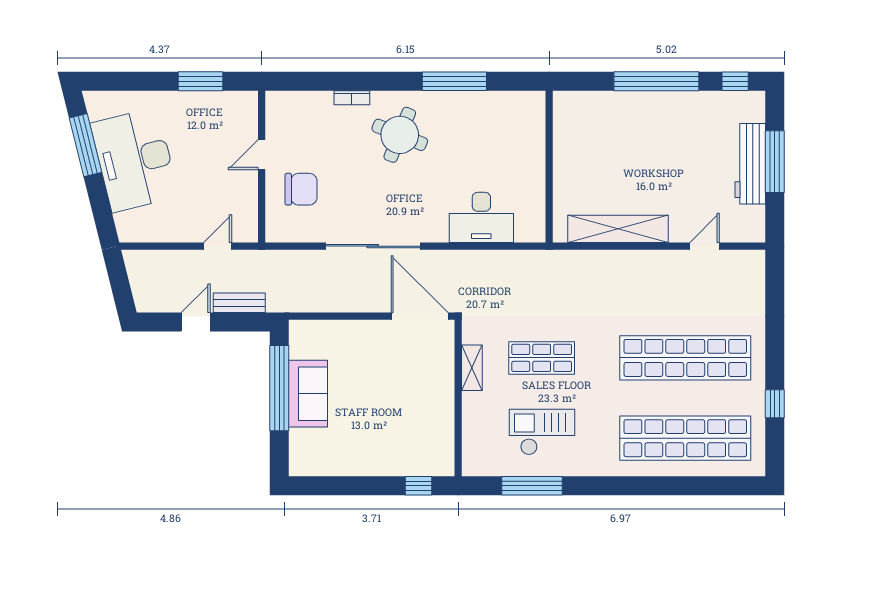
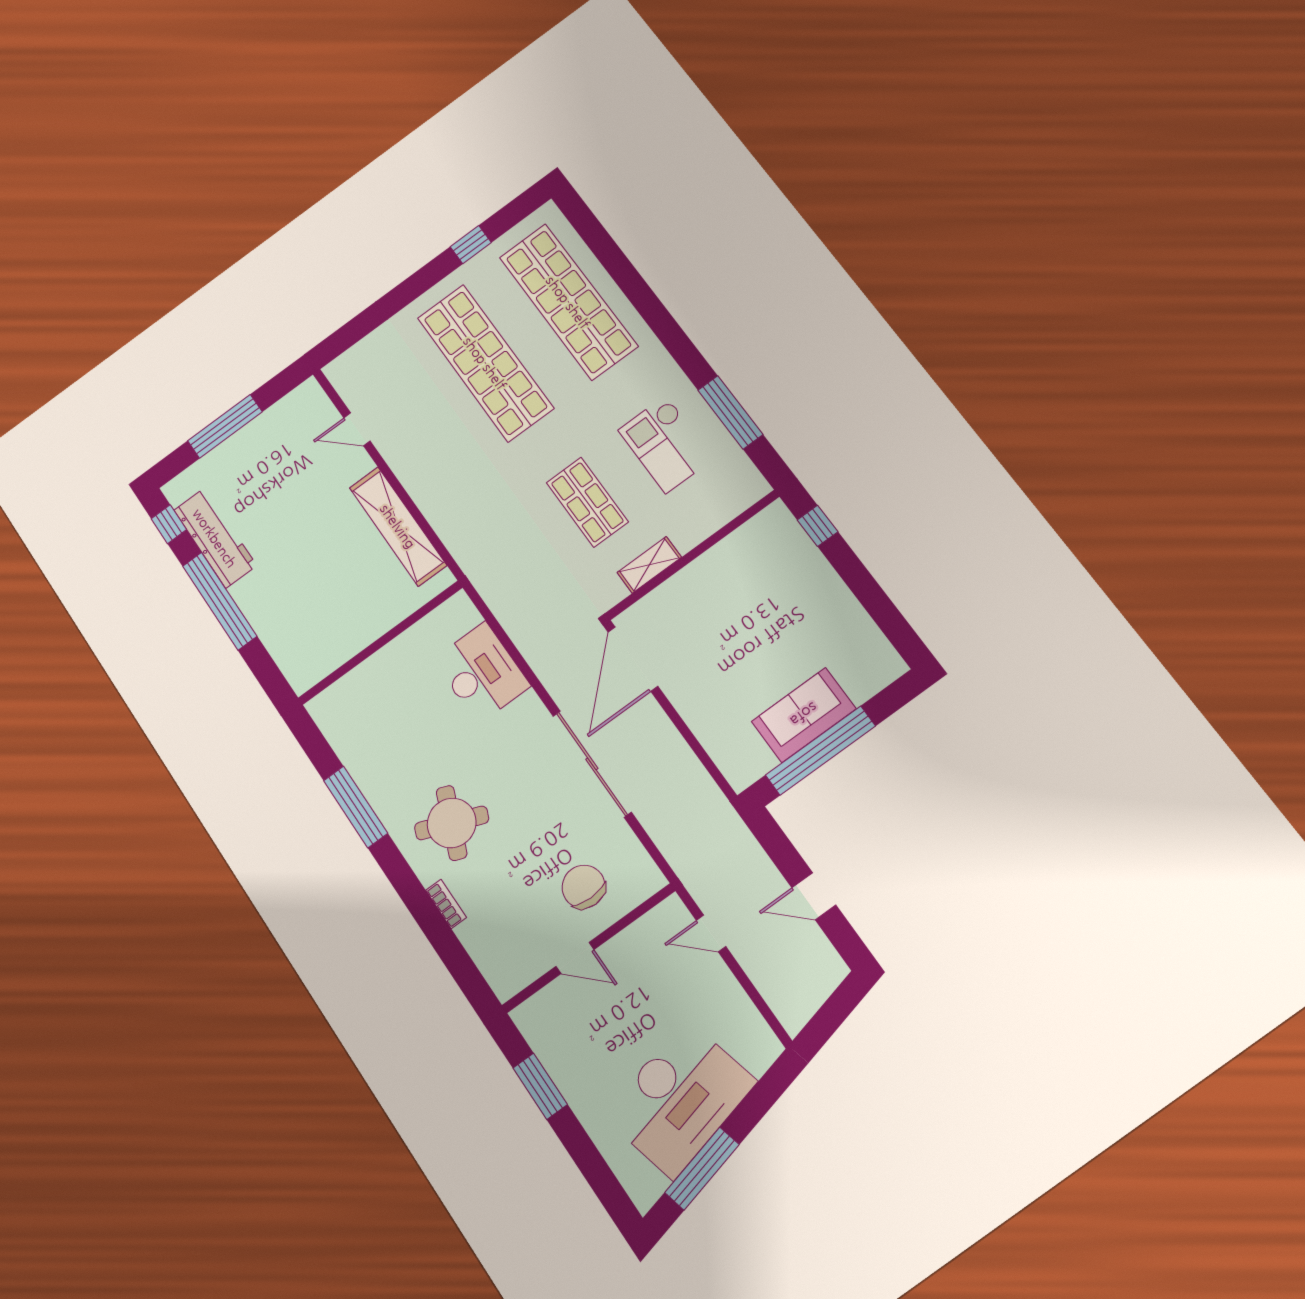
workbench: (750, 164) -> (215, 538), moved, turned -90
bench: (239, 303) -> (757, 863), removed

